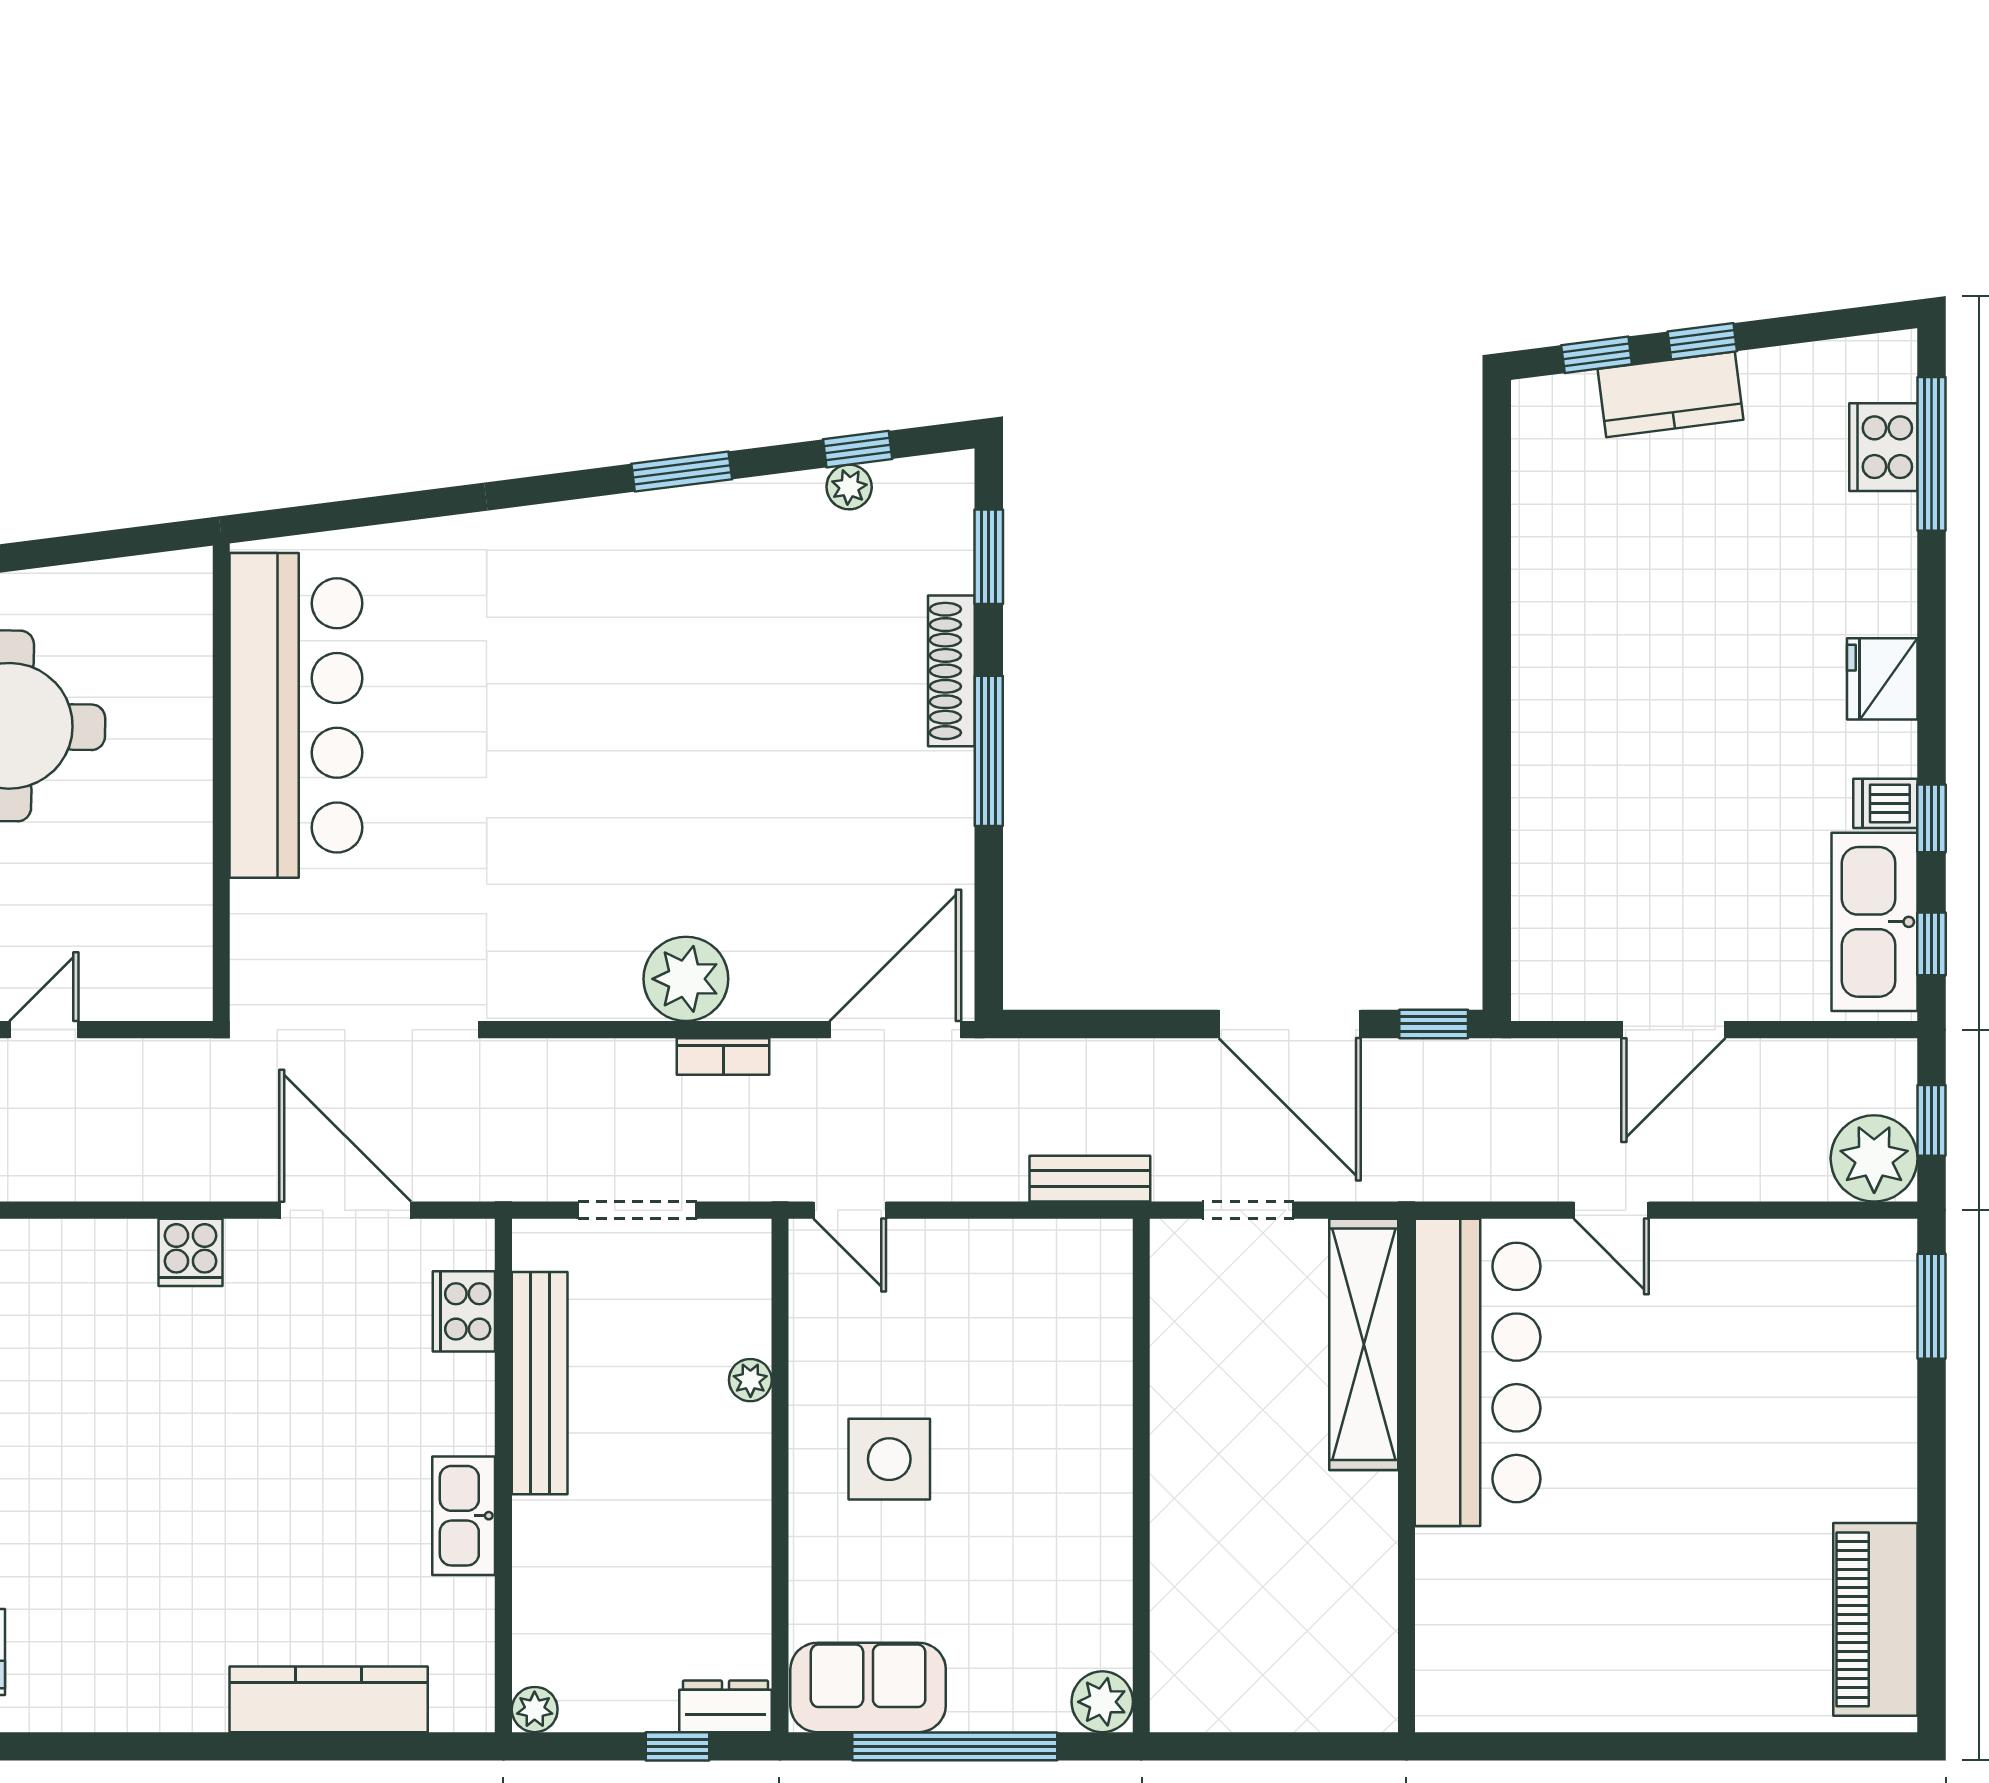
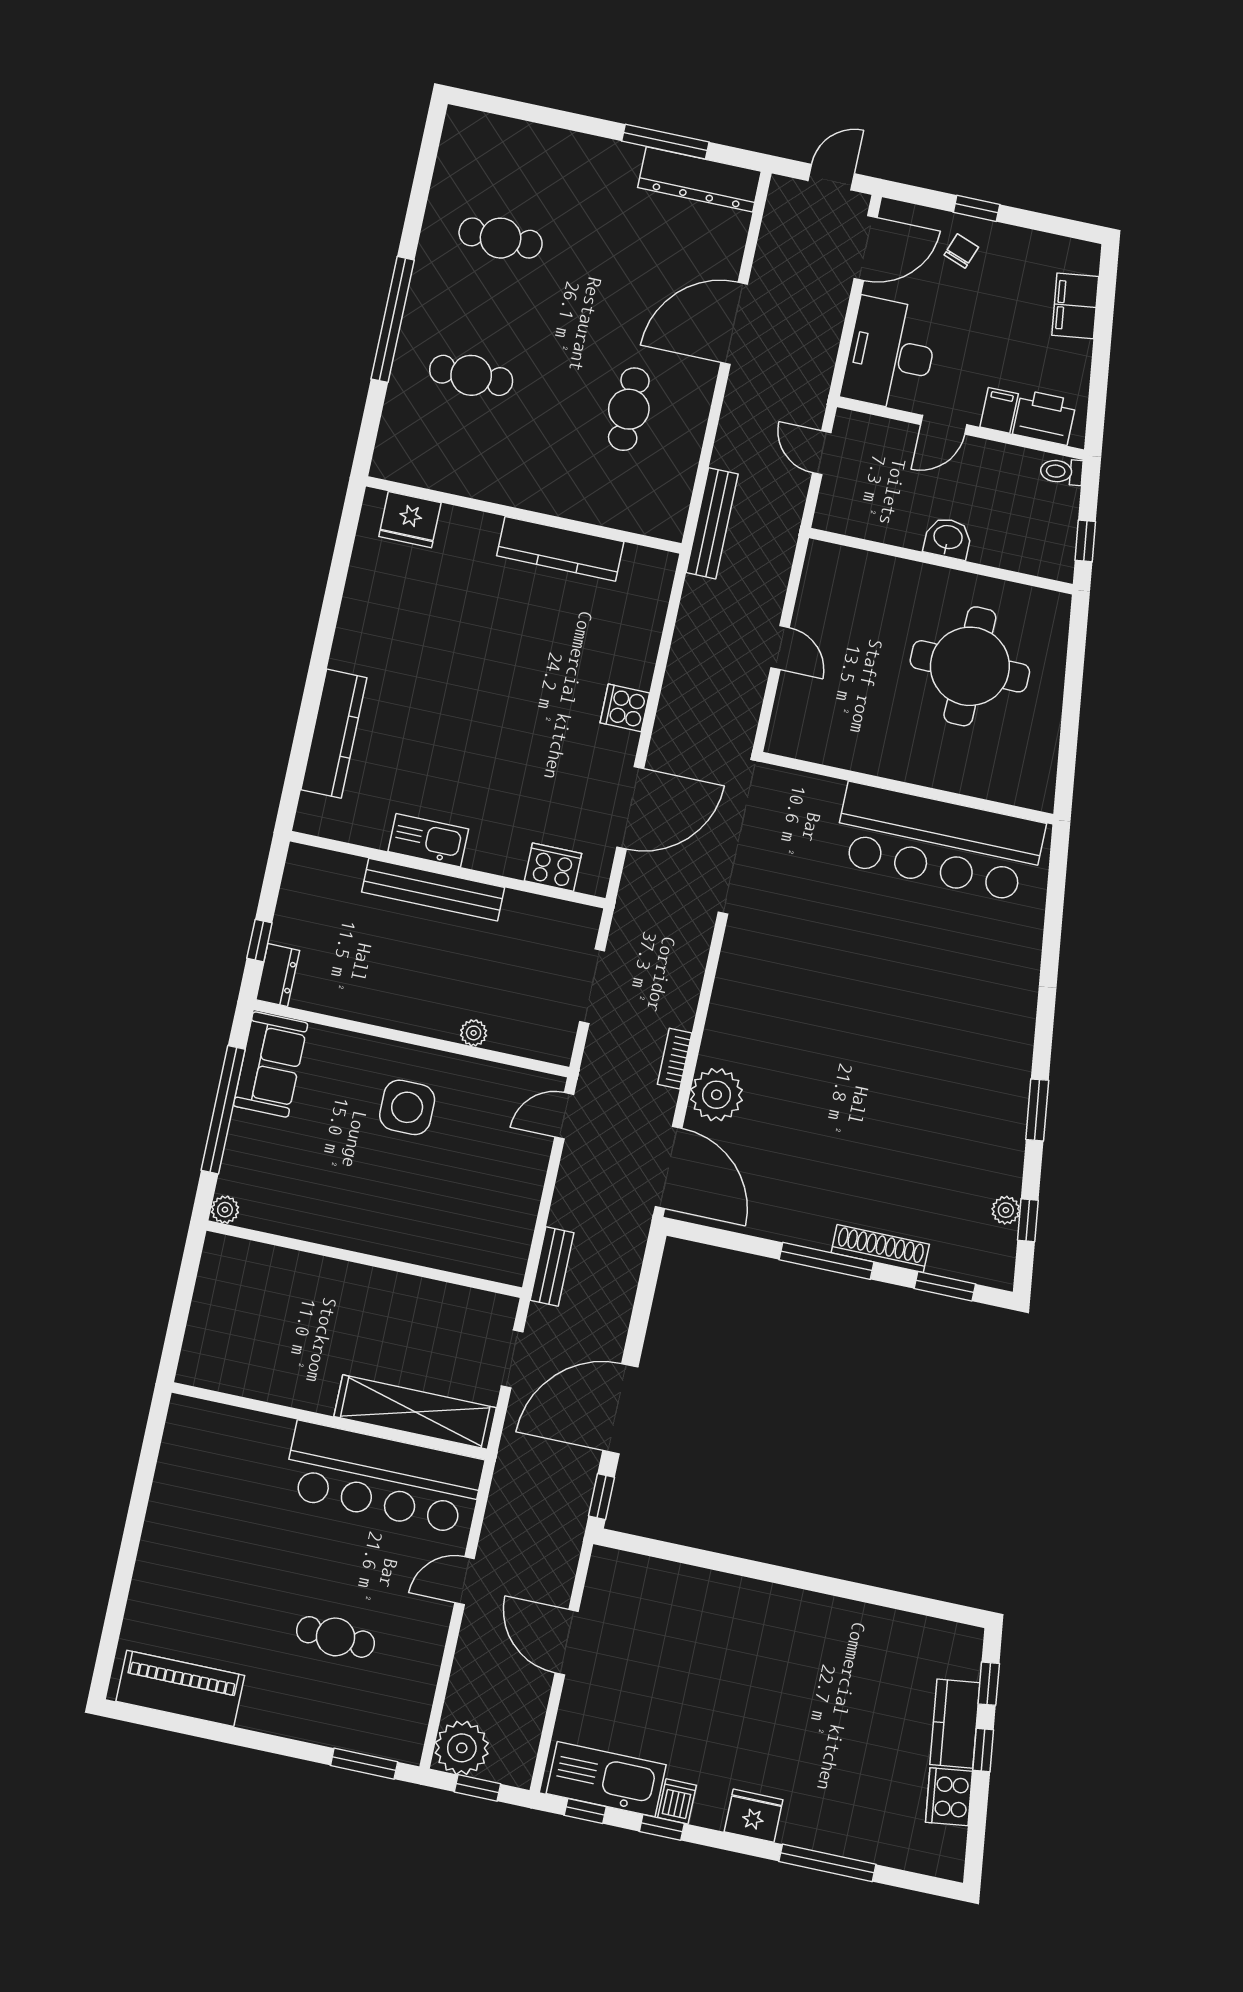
cooker: (1883, 447) -> (949, 1797), moved, turned -97
window: (1931, 454) -> (827, 1863), moved
plant: (686, 979) -> (717, 1095), moved
bench: (540, 1383) -> (433, 890), moved
cafe table: (1743, 1394) -> (335, 1637), added
plant: (1102, 1702) -> (225, 1210), width x0.73, depth x0.73
plant: (535, 1710) -> (301, 858), removed

